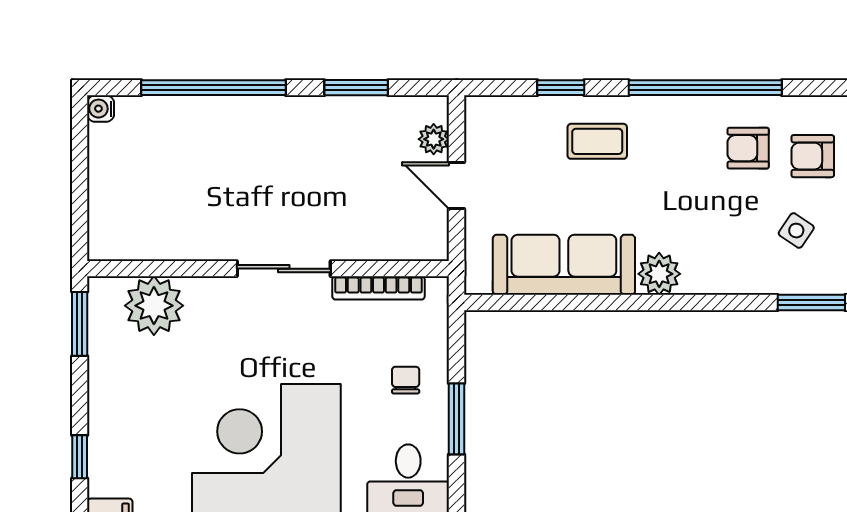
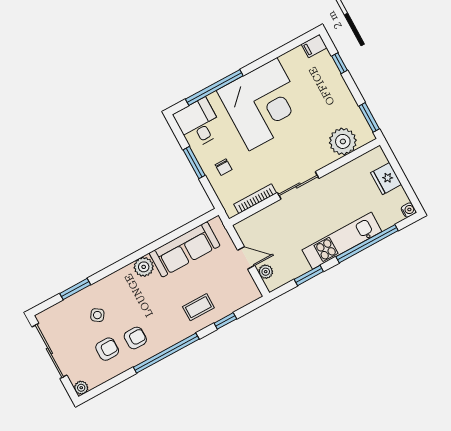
kitchen unit: (258, 119) -> (342, 241), added
fridge: (111, 191) -> (386, 179), added

